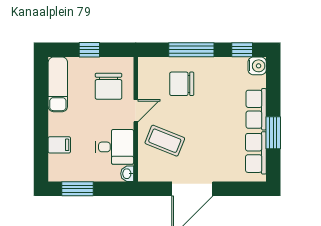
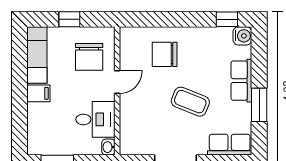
window: (191, 50) -> (175, 19), removed
coffee table: (165, 141) -> (190, 102), moved
filing cabinet: (59, 145) -> (38, 93), moved
row of seats: (256, 153) -> (230, 145), moved, turned 90

